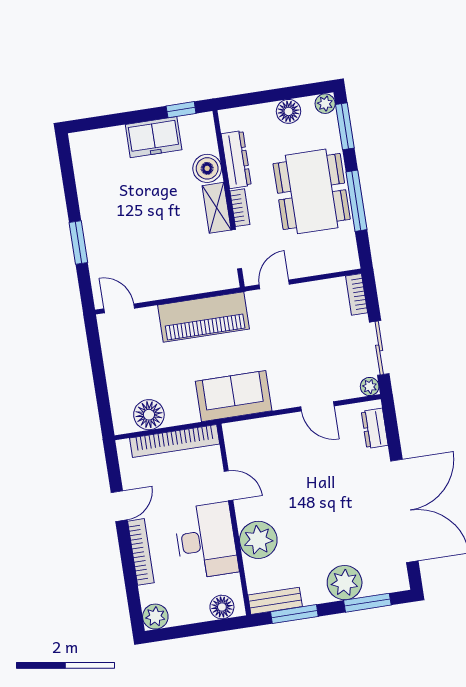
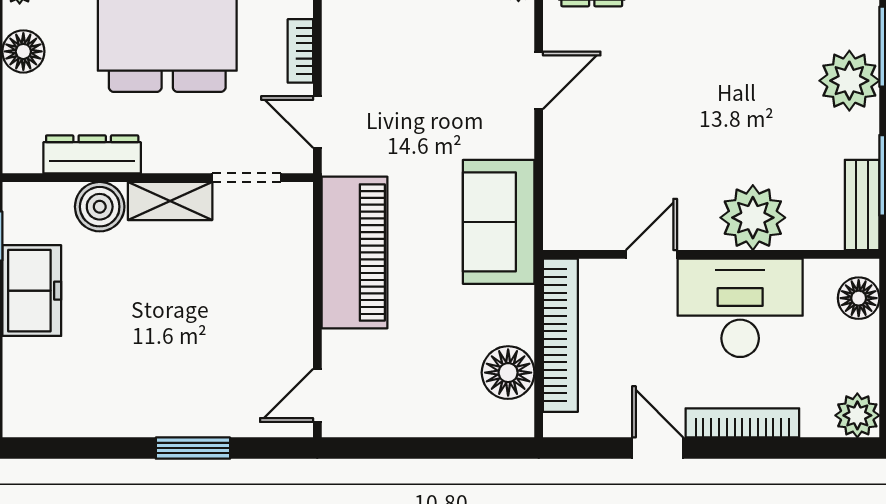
bookcase: (240, 208) -> (300, 51), moved, turned -90

